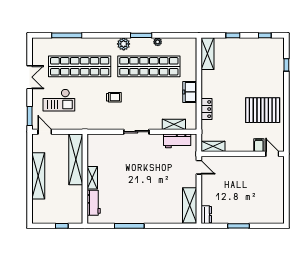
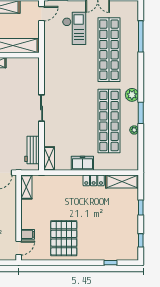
trolley: (114, 97) -> (77, 85), removed
checkout: (59, 100) -> (74, 28), turned 180
locker: (207, 109) -> (94, 180), moved
shelving: (174, 124) -> (49, 158), moved

